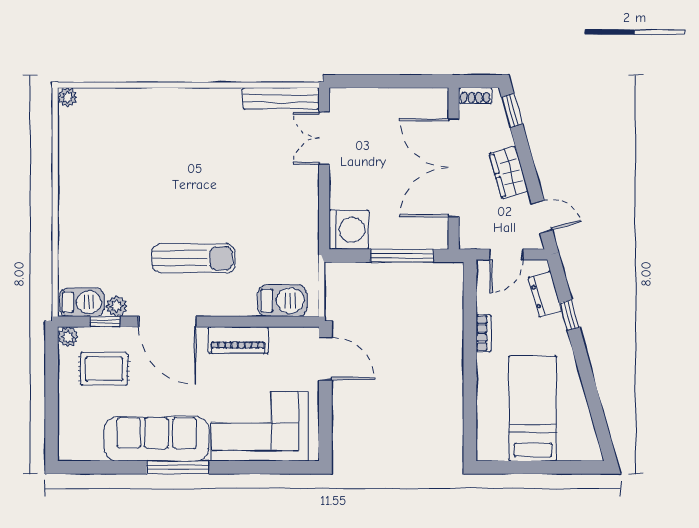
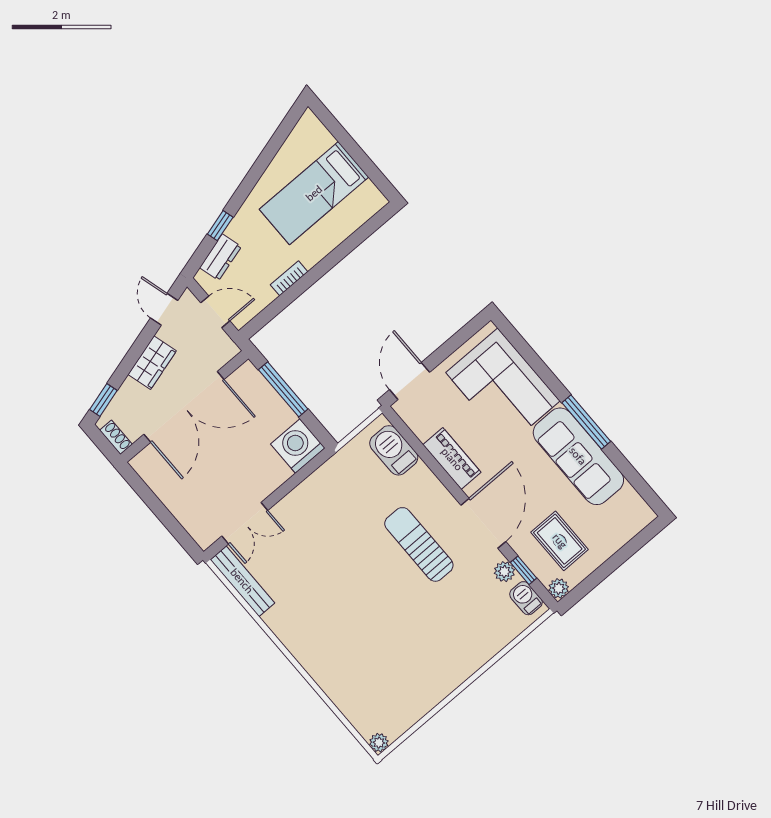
barbecue: (82, 302) -> (526, 598), width x0.73, depth x0.79

